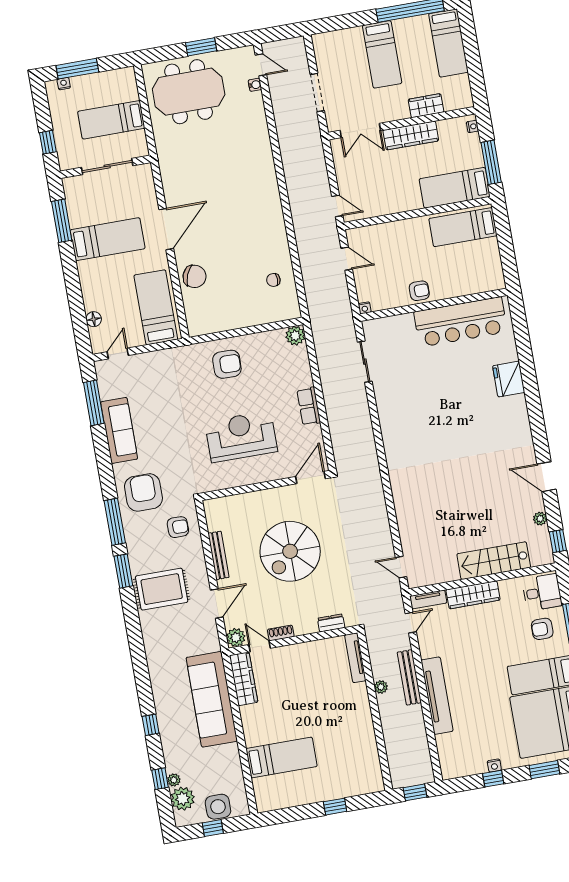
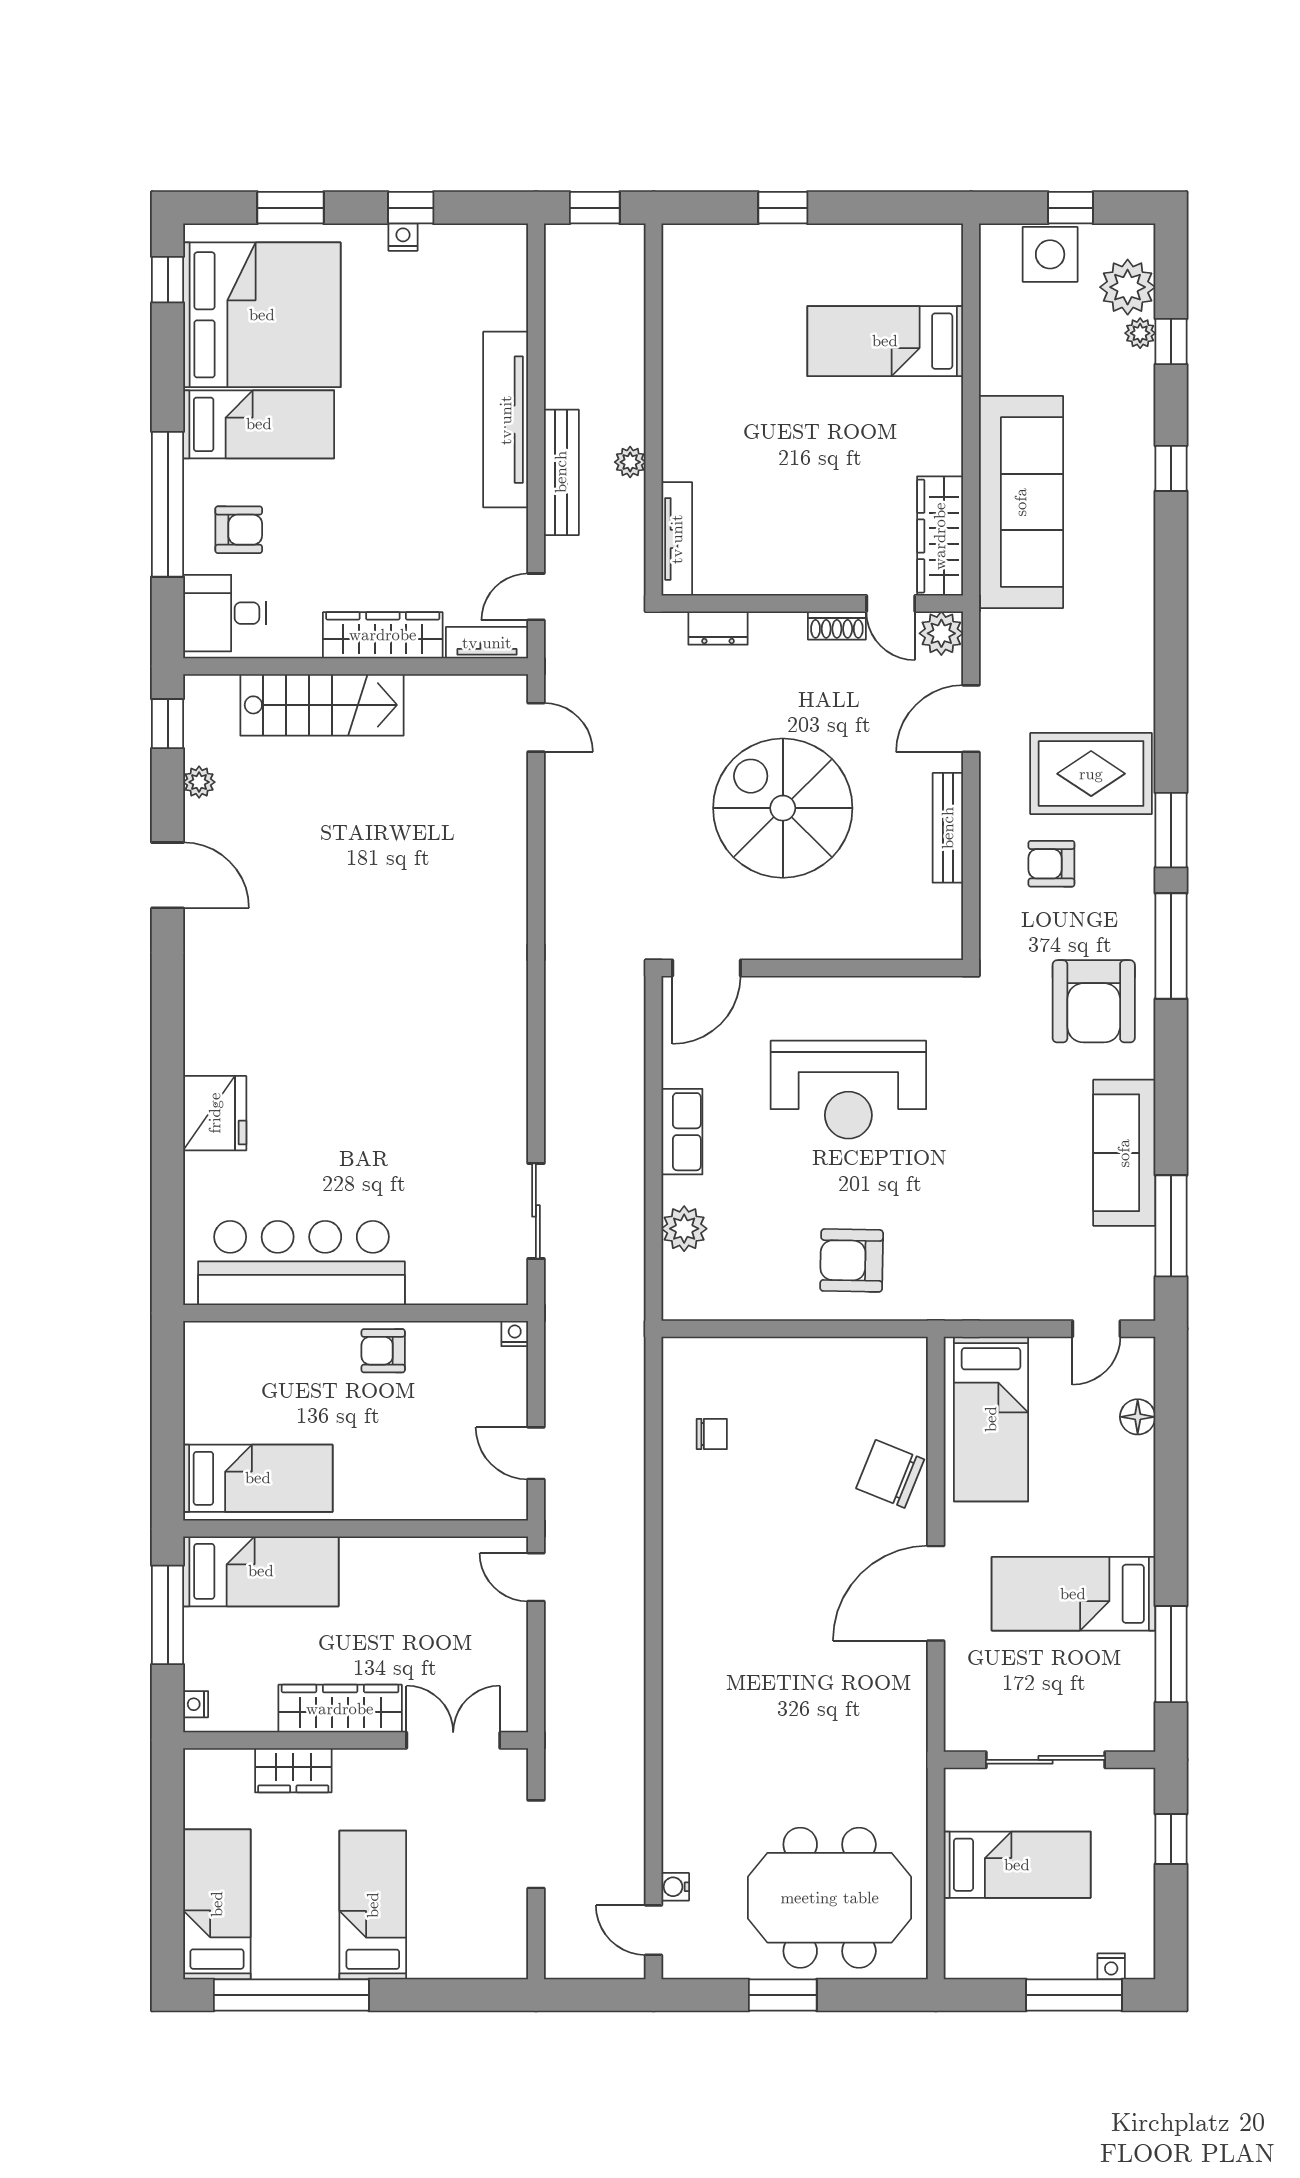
plant: (295, 336) -> (684, 1229), moved
armchair: (178, 527) -> (1051, 864), moved
spiral stairs: (290, 551) -> (783, 808), turned -90

